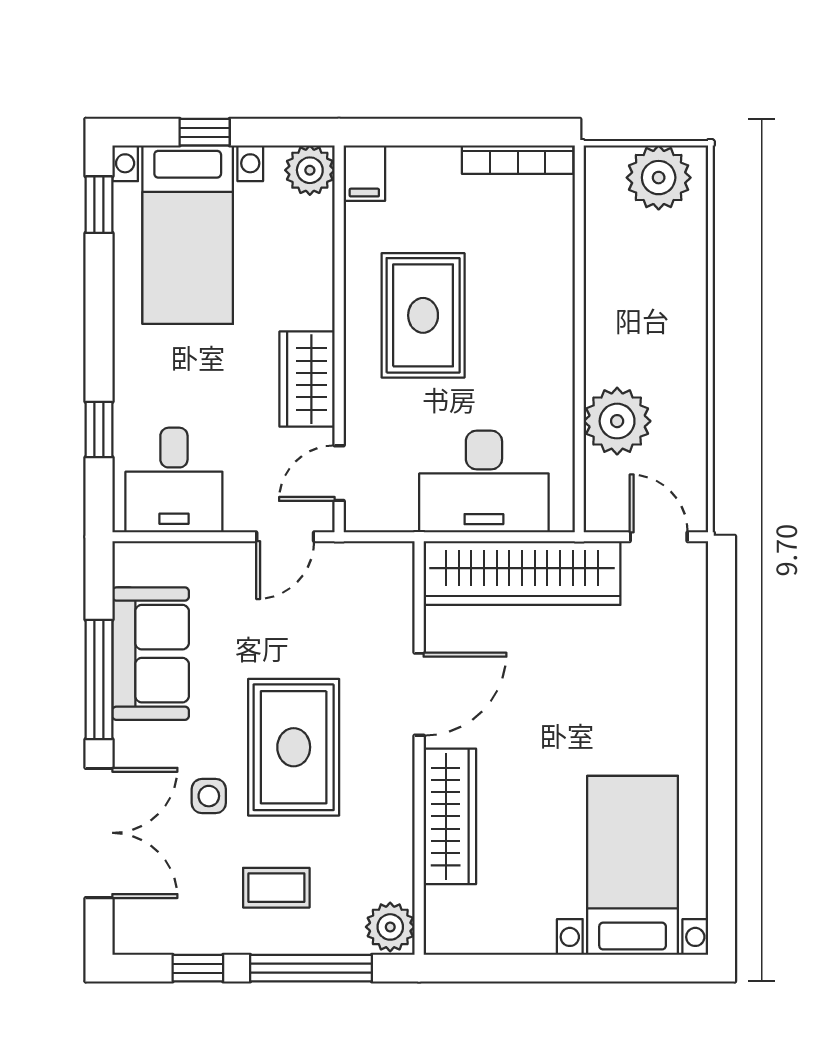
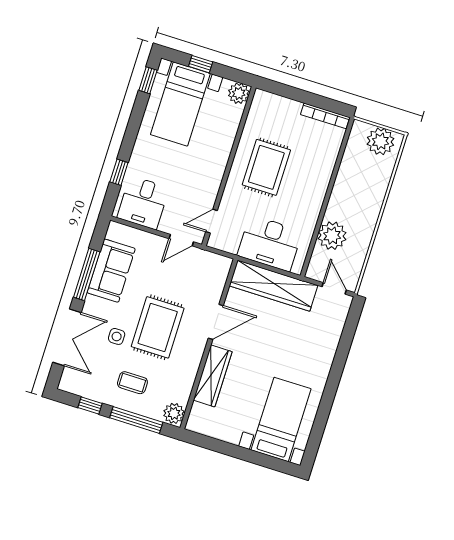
filing cabinet: (364, 173) -> (261, 102), removed
wardrobe: (307, 379) -> (211, 178), removed

